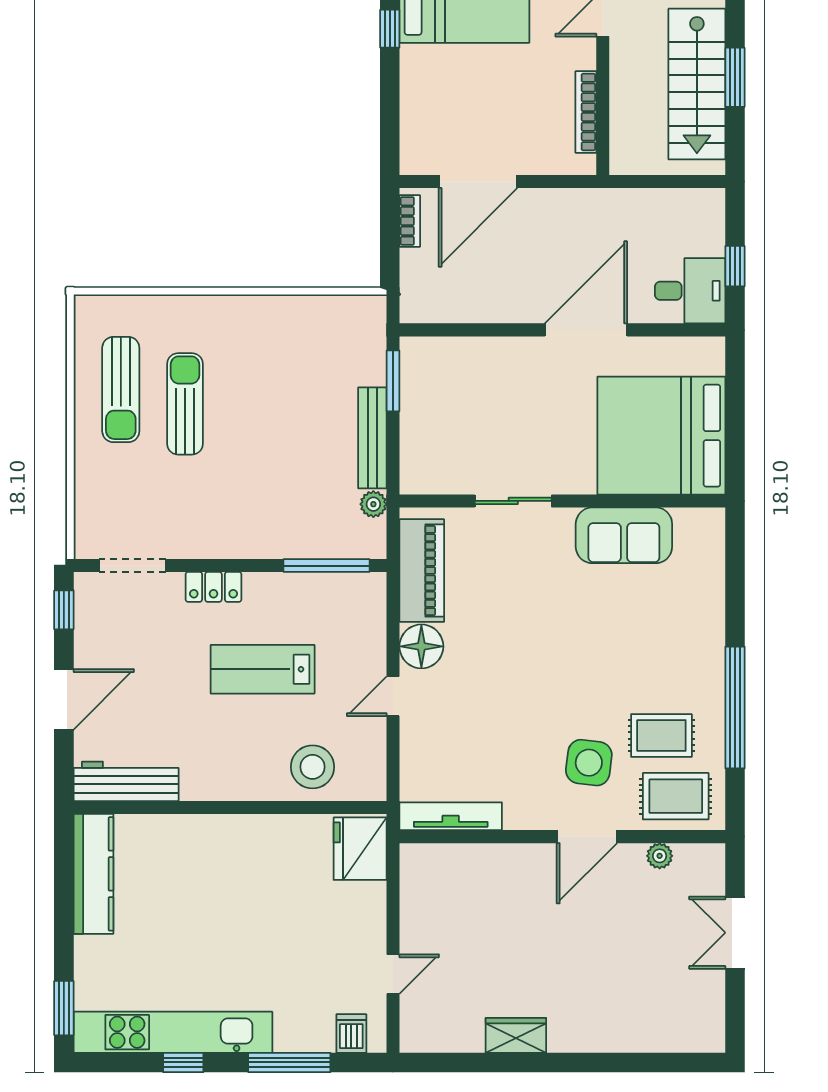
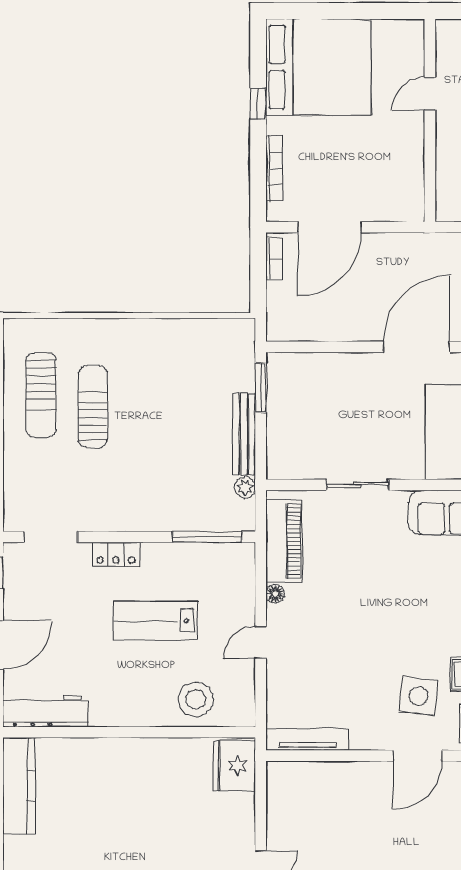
bookcase: (586, 112) -> (274, 169), moved, turned 180
floor lamp: (421, 646) -> (275, 594), width x0.53, depth x0.53

